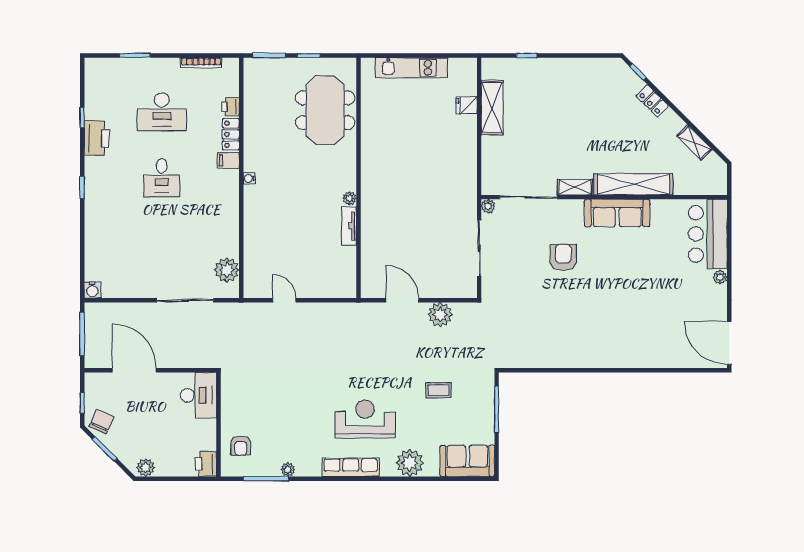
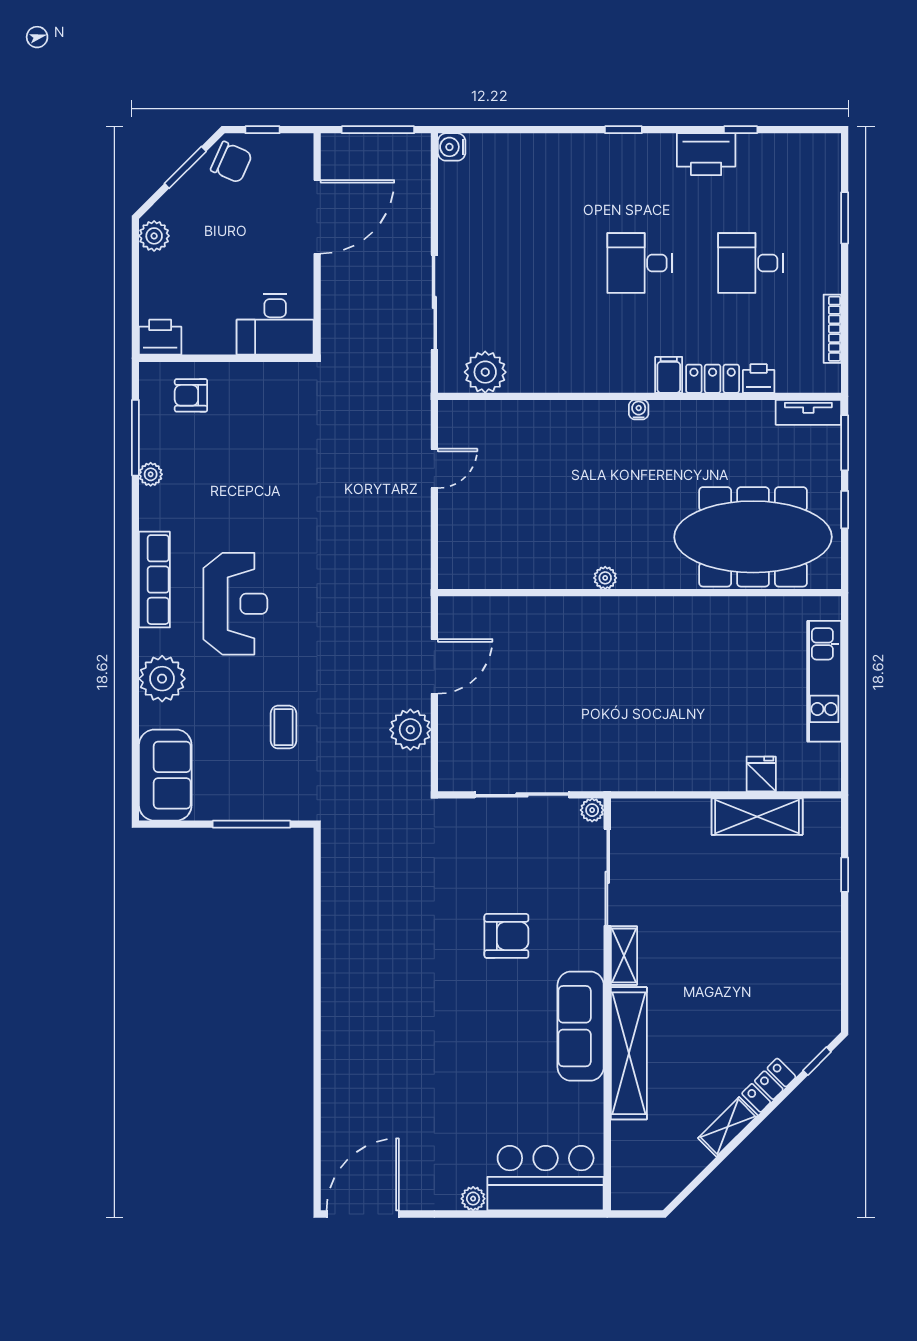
meeting table: (325, 110) -> (753, 537), width x1.36
desk: (162, 112) -> (750, 263), width x0.73
shelving: (695, 143) -> (728, 1127), moved
tv unit: (349, 226) -> (808, 412), moved, turned 180

